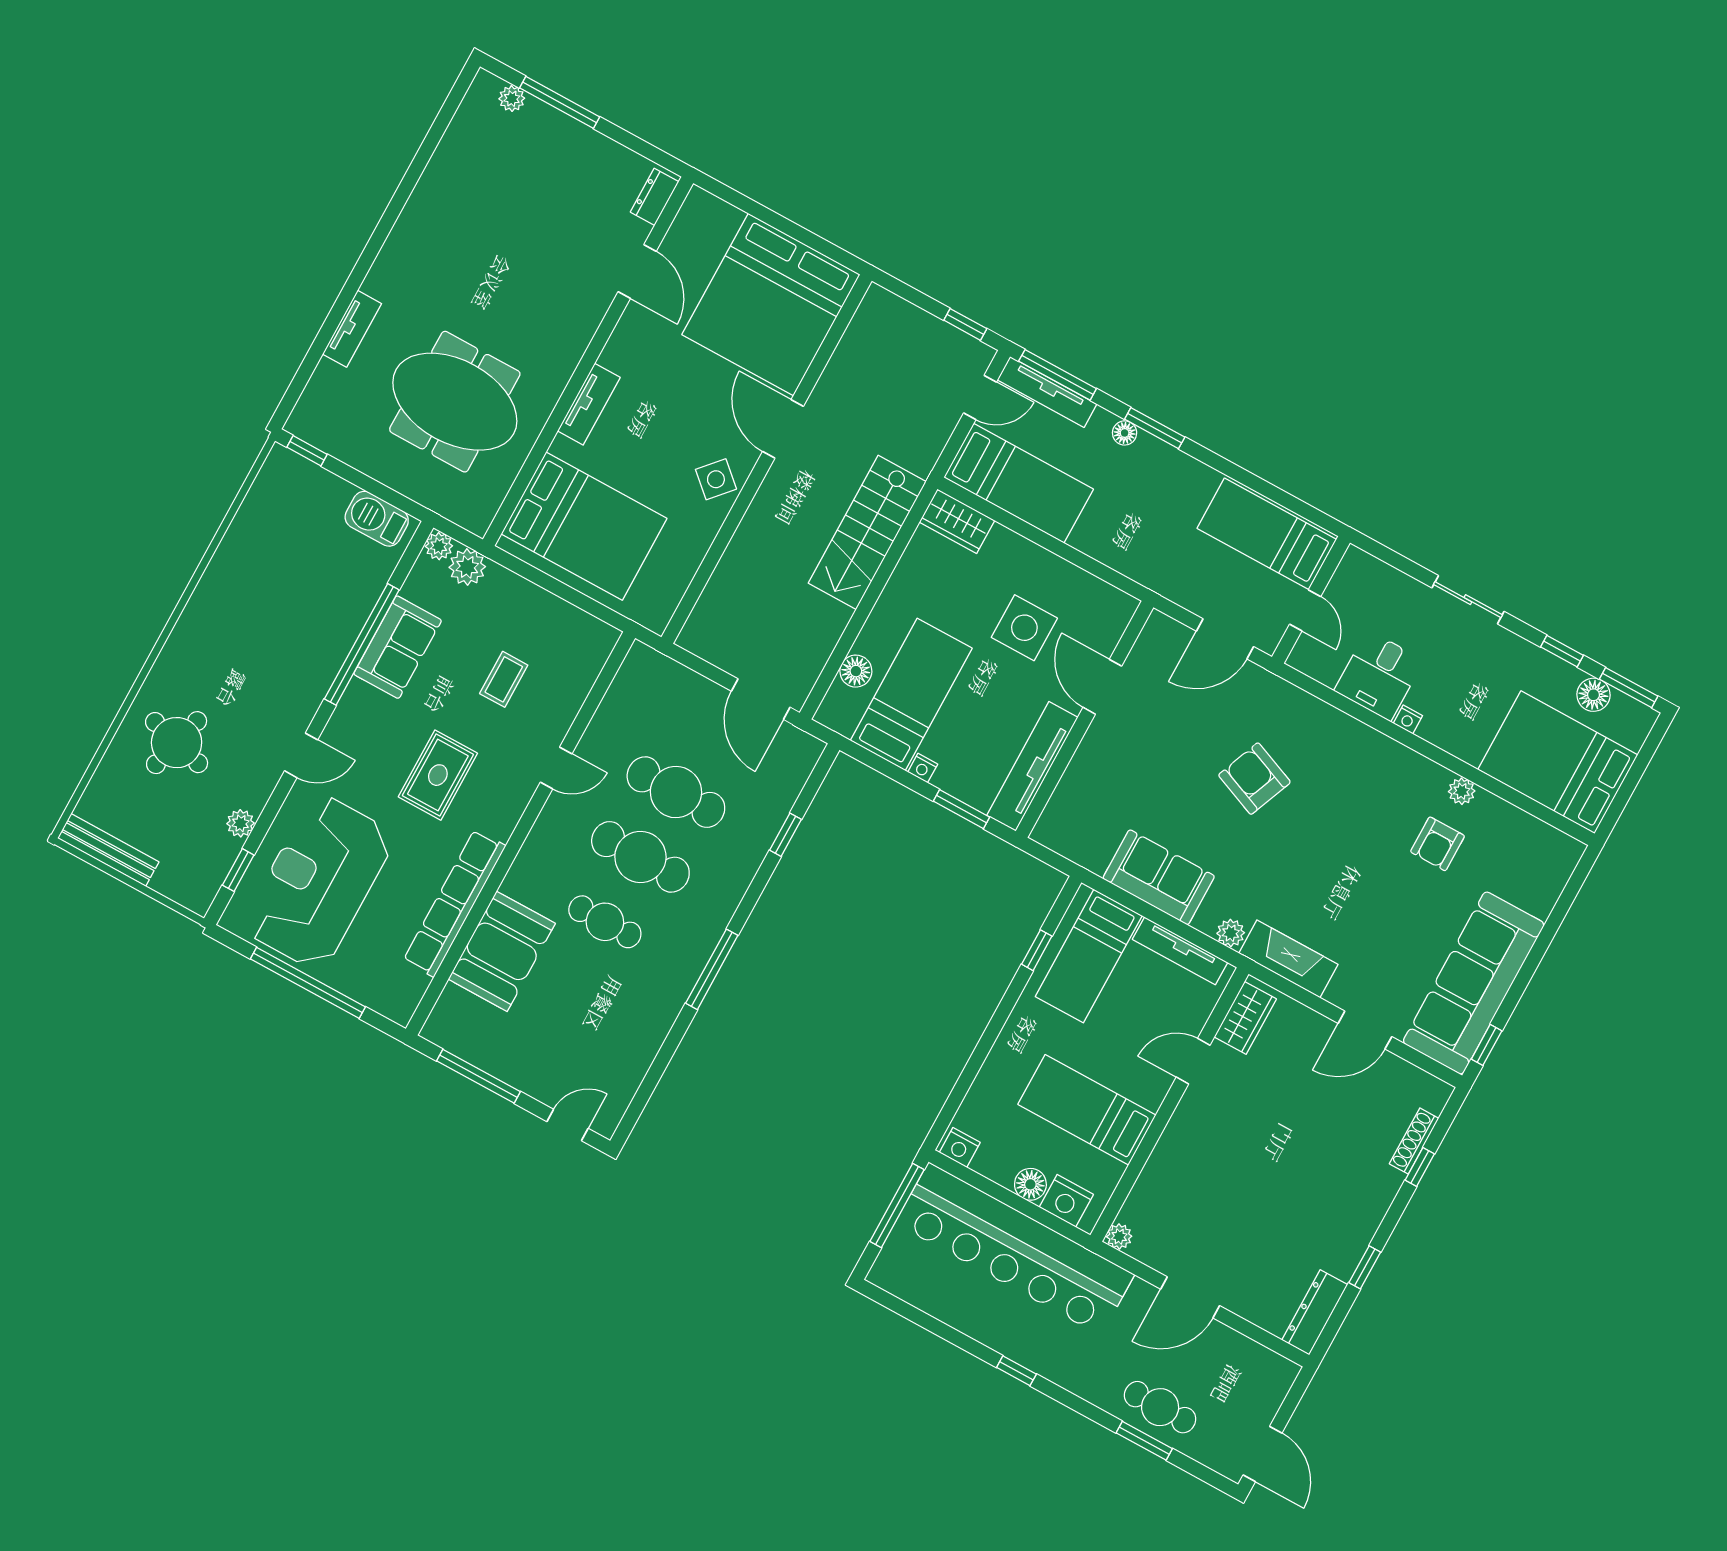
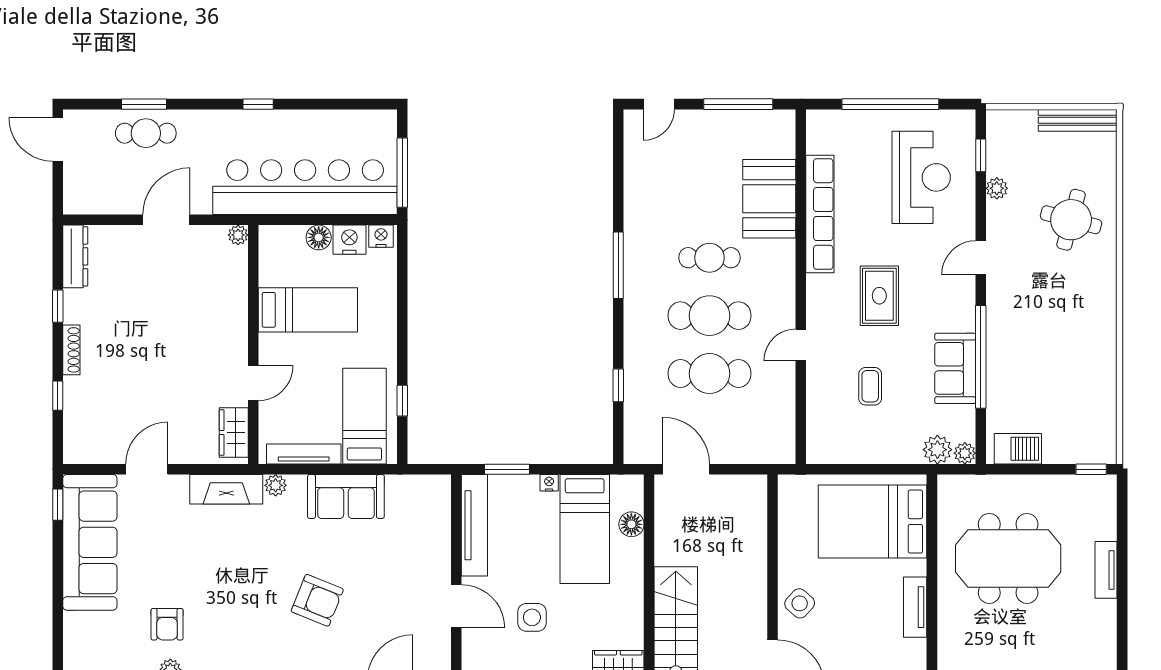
side table: (1024, 628) -> (532, 617), width x0.73, depth x0.73
armchair: (1438, 844) -> (167, 624), turned 180
reception desk: (319, 882) -> (921, 177), width x0.74, depth x0.77
shoe rack: (1414, 1141) -> (71, 350), moved
nightstand: (1066, 1201) -> (349, 240), moved

